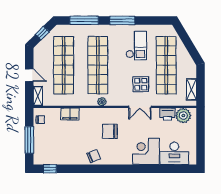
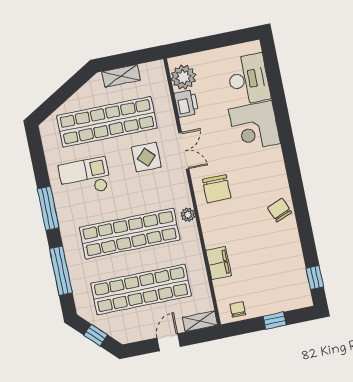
shelving: (191, 89) -> (121, 76), moved
chair: (110, 131) -> (217, 189), moved
window: (29, 140) -> (275, 321), width x0.46

